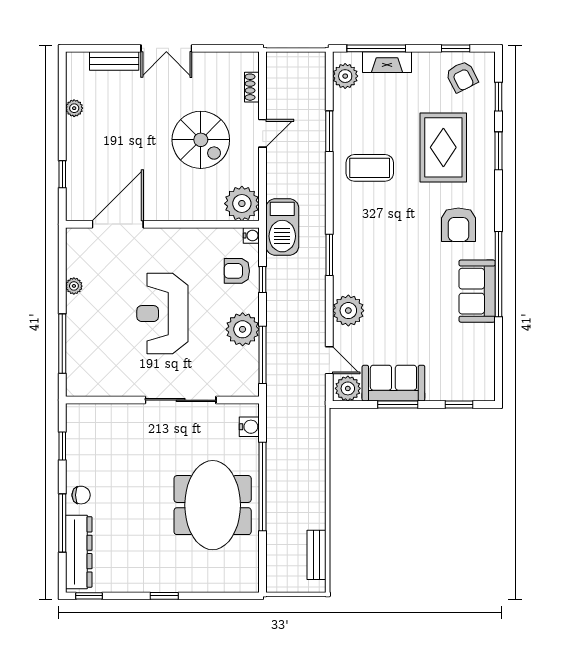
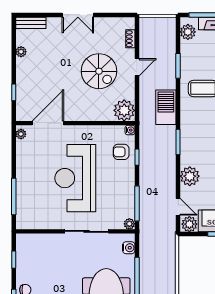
bench: (114, 61) -> (31, 23), moved
barbecue: (282, 227) -> (166, 107), moved, turned 180
plant: (74, 286) -> (21, 134), moved
reception desk: (162, 314) -> (75, 178), width x1.36, depth x1.30
plant: (243, 329) -> (129, 224), moved, width x0.53, depth x0.53

